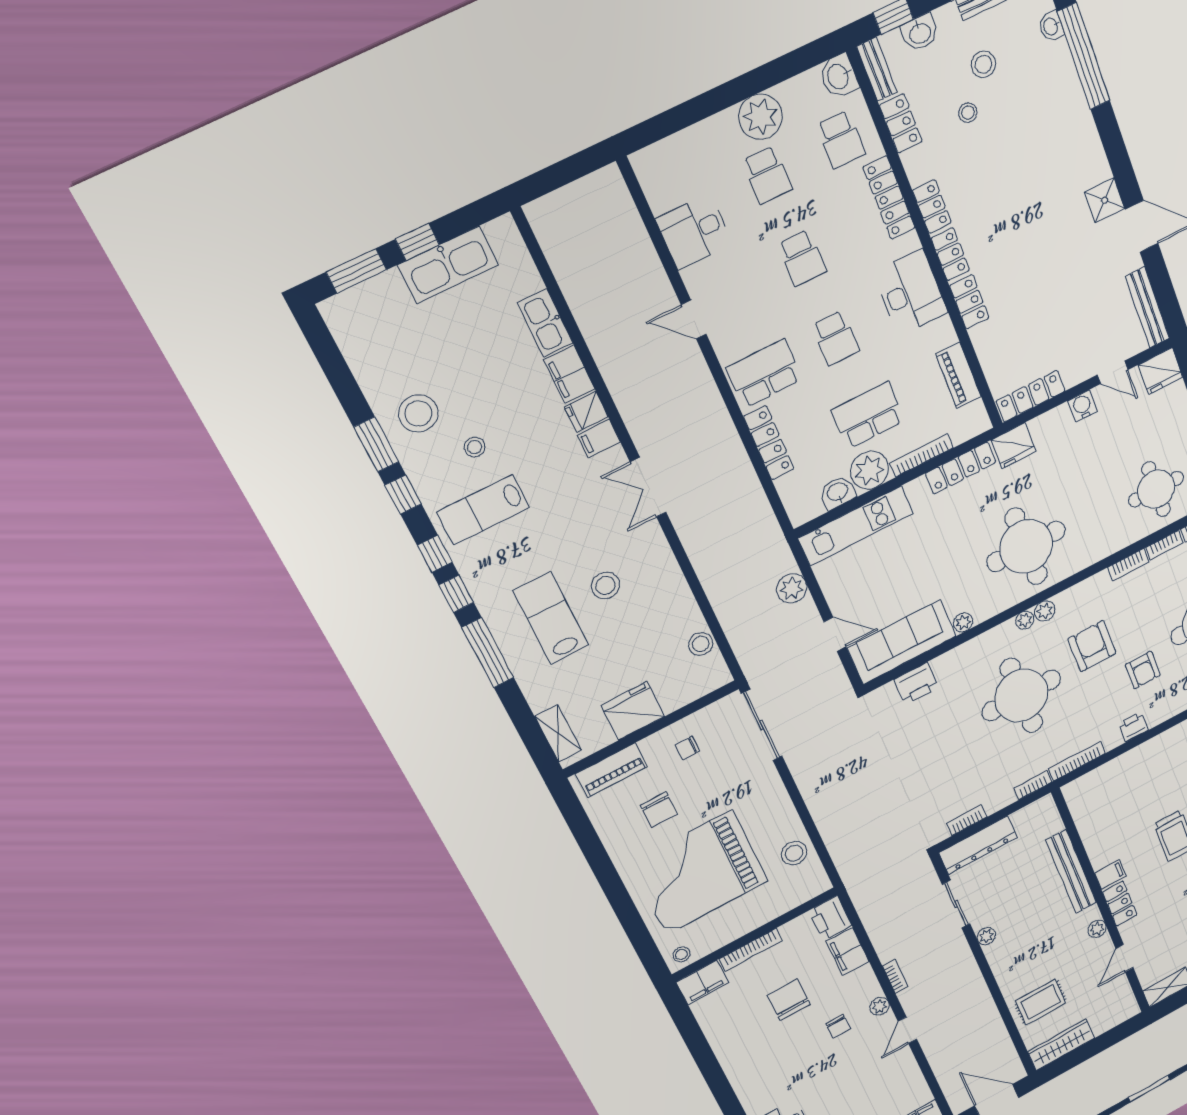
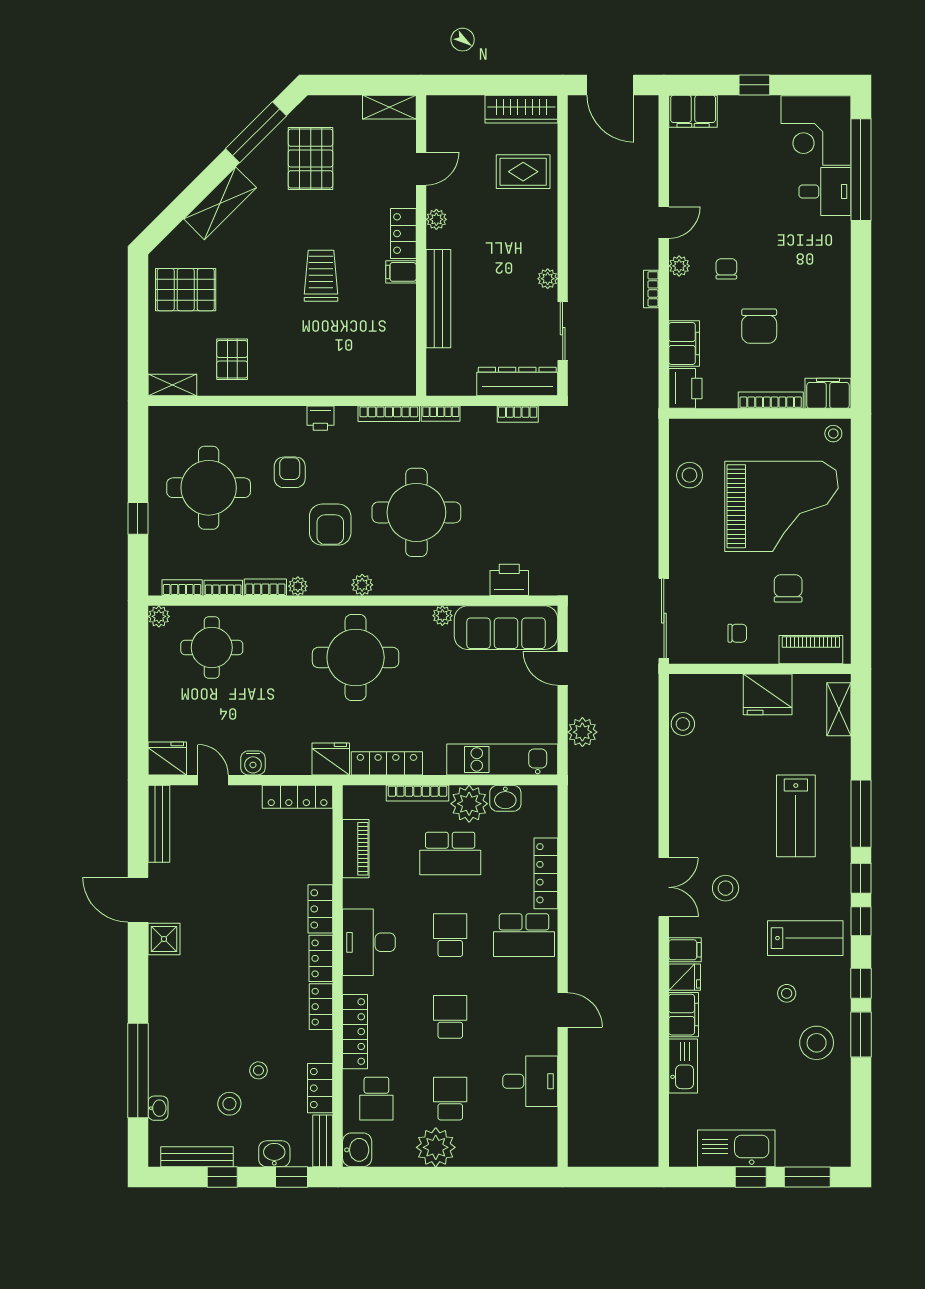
school desk: (841, 139) -> (376, 1099), turned 180
stool: (606, 585) -> (726, 888), moved
plant: (1025, 620) -> (298, 586), moved

